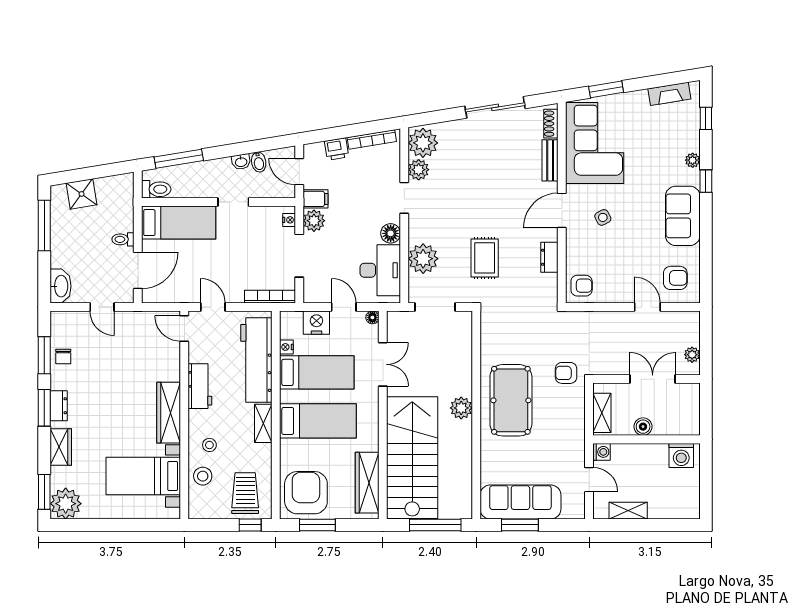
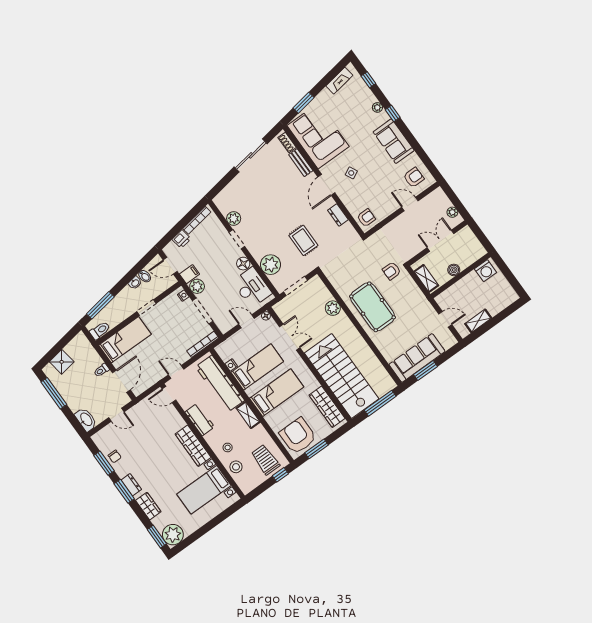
plant: (423, 143) -> (226, 202), removed
nightstand: (316, 323) -> (238, 340), removed
plant: (461, 408) -> (333, 308), moved
washing machine: (602, 452) -> (441, 300), removed

